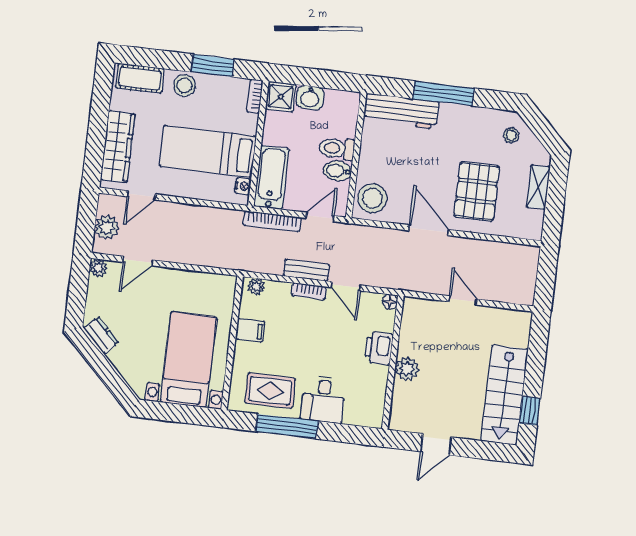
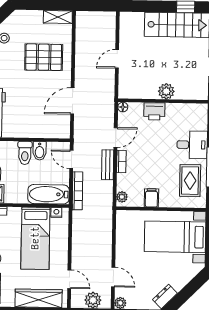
shelving: (538, 187) -> (58, 17), moved
stool: (372, 198) -> (55, 126), removed
door: (429, 230) -> (72, 101), moved

